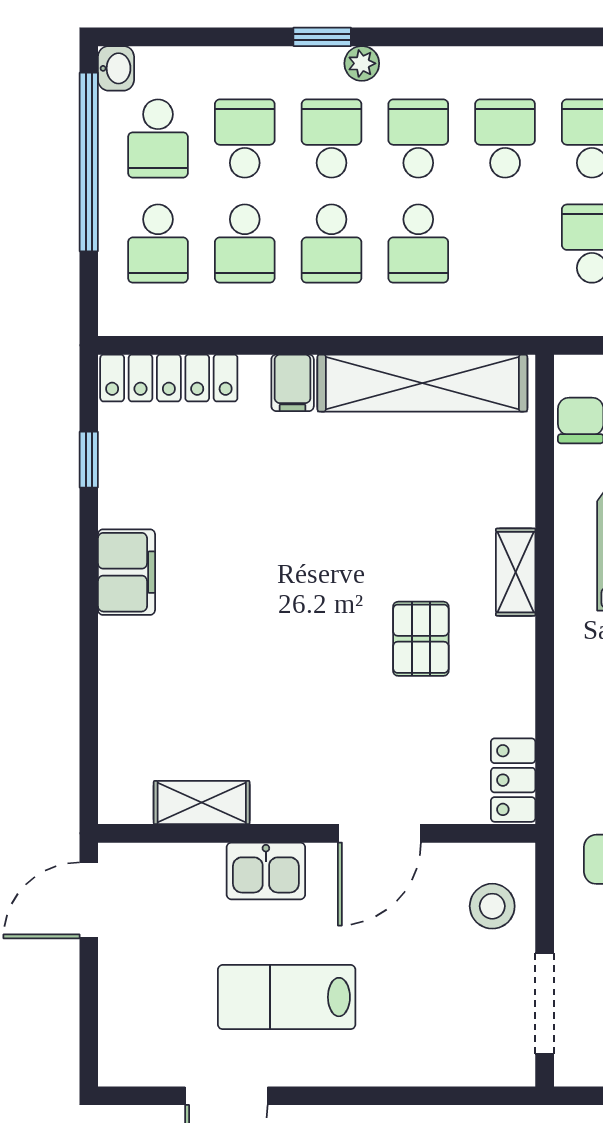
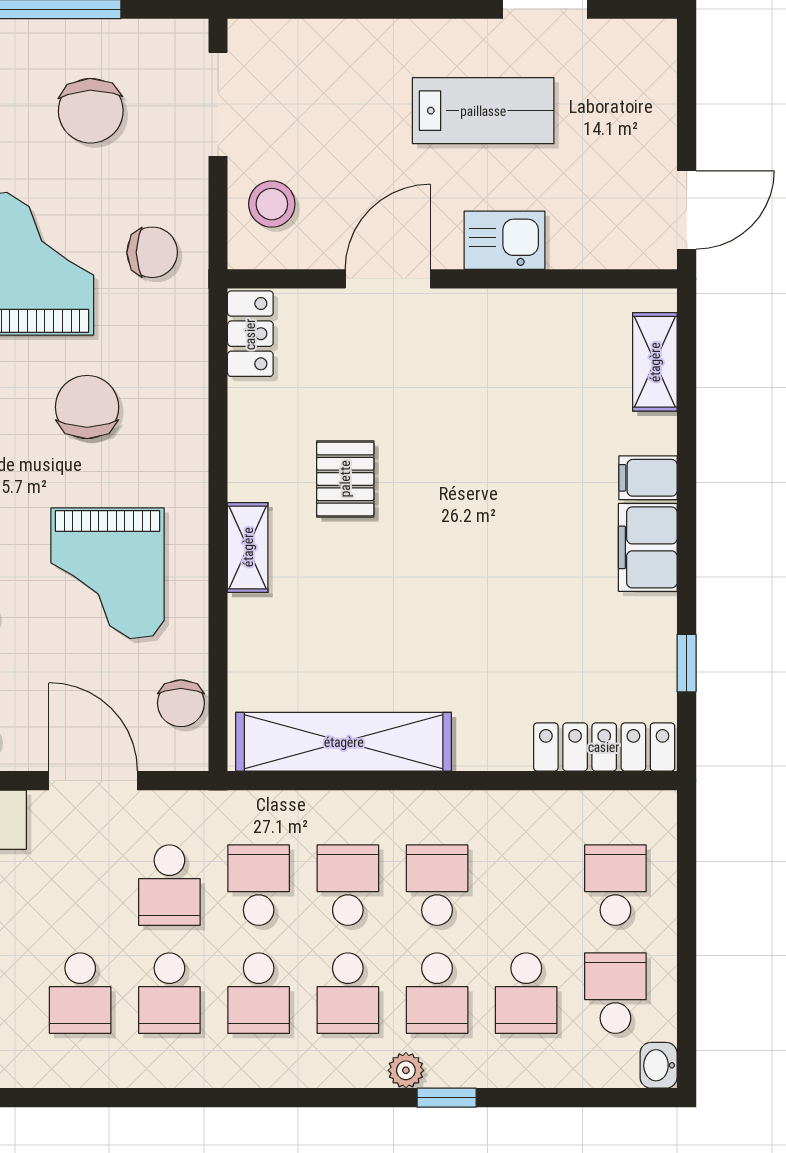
window: (89, 162) -> (687, 969), removed
school desk: (245, 244) -> (259, 885), moved
filing cabinet: (293, 383) -> (648, 478), moved, turned -90
shelving: (202, 803) -> (655, 362), moved, turned 90

